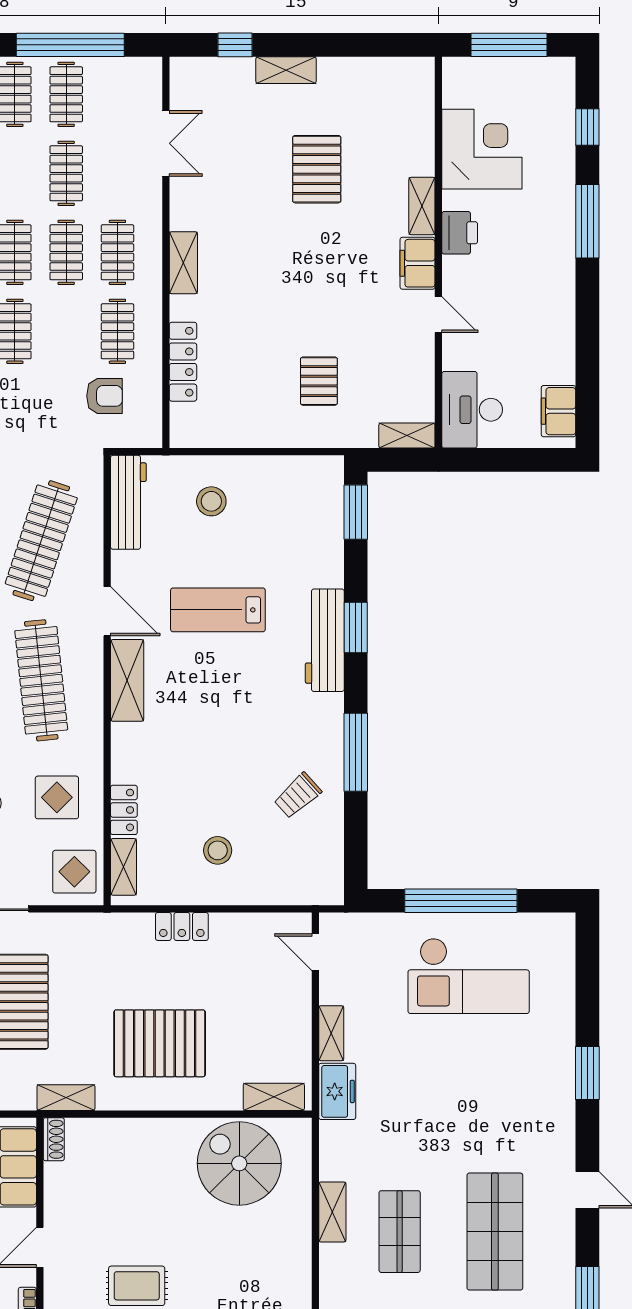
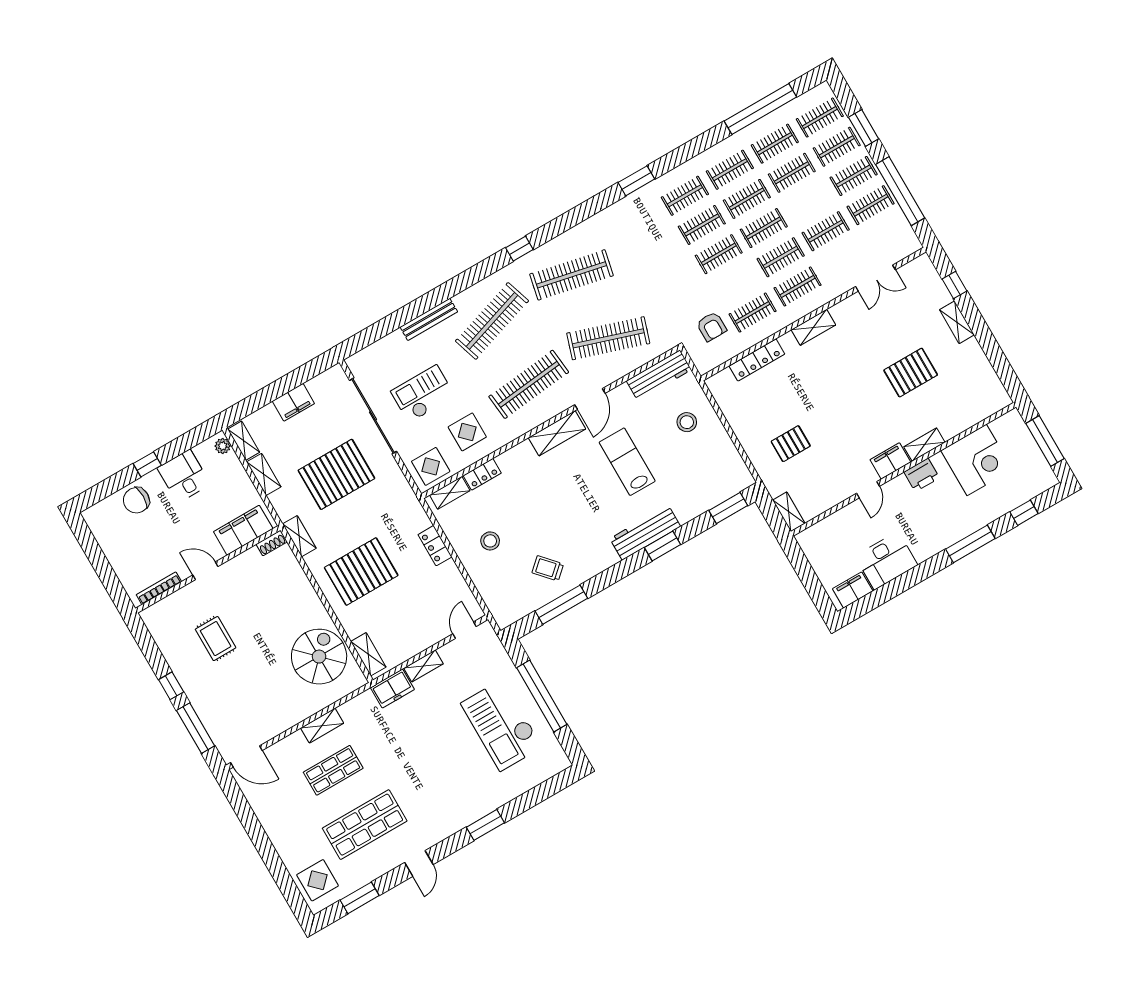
desk: (472, 410) -> (886, 561), moved, turned 180
window: (356, 752) -> (561, 605), moved
pallet: (160, 1043) -> (361, 572), turned 90

